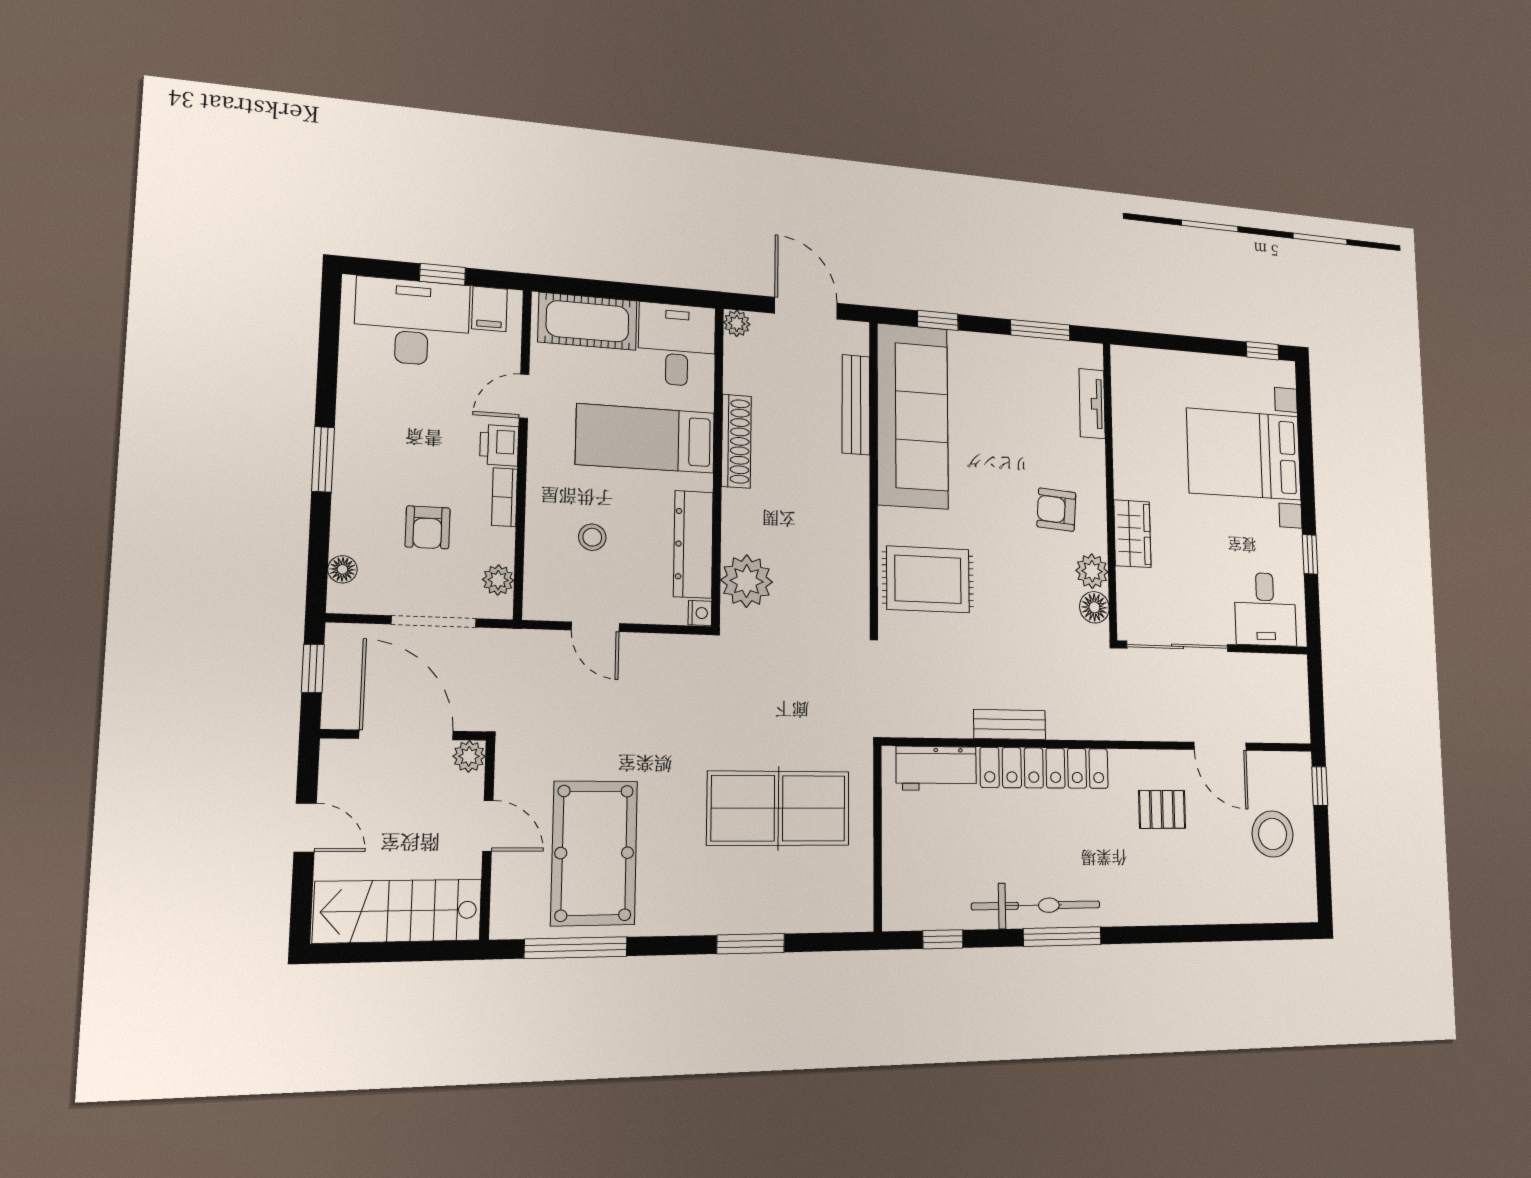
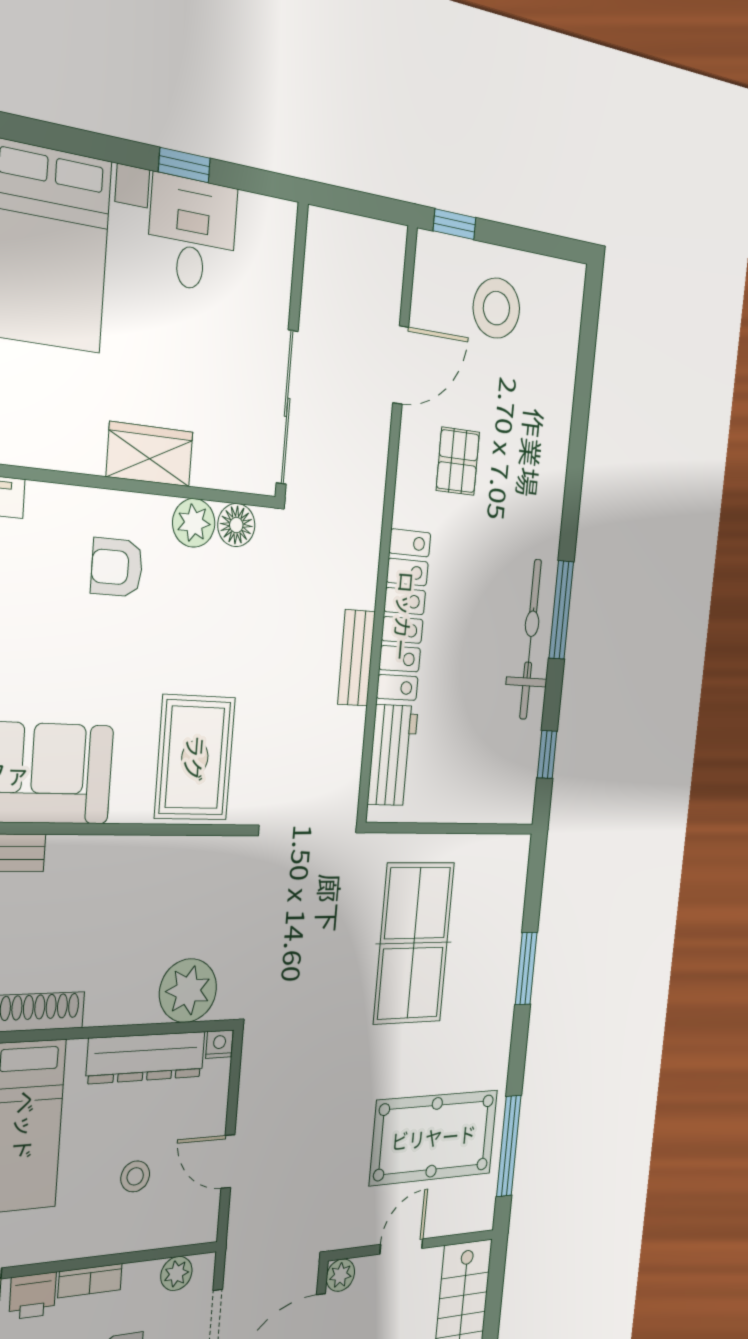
armchair: (1056, 510) -> (117, 567), turned 86
desk: (1265, 609) -> (192, 234), moved, turned -90
door: (595, 627) -> (228, 1162), swing flipped

